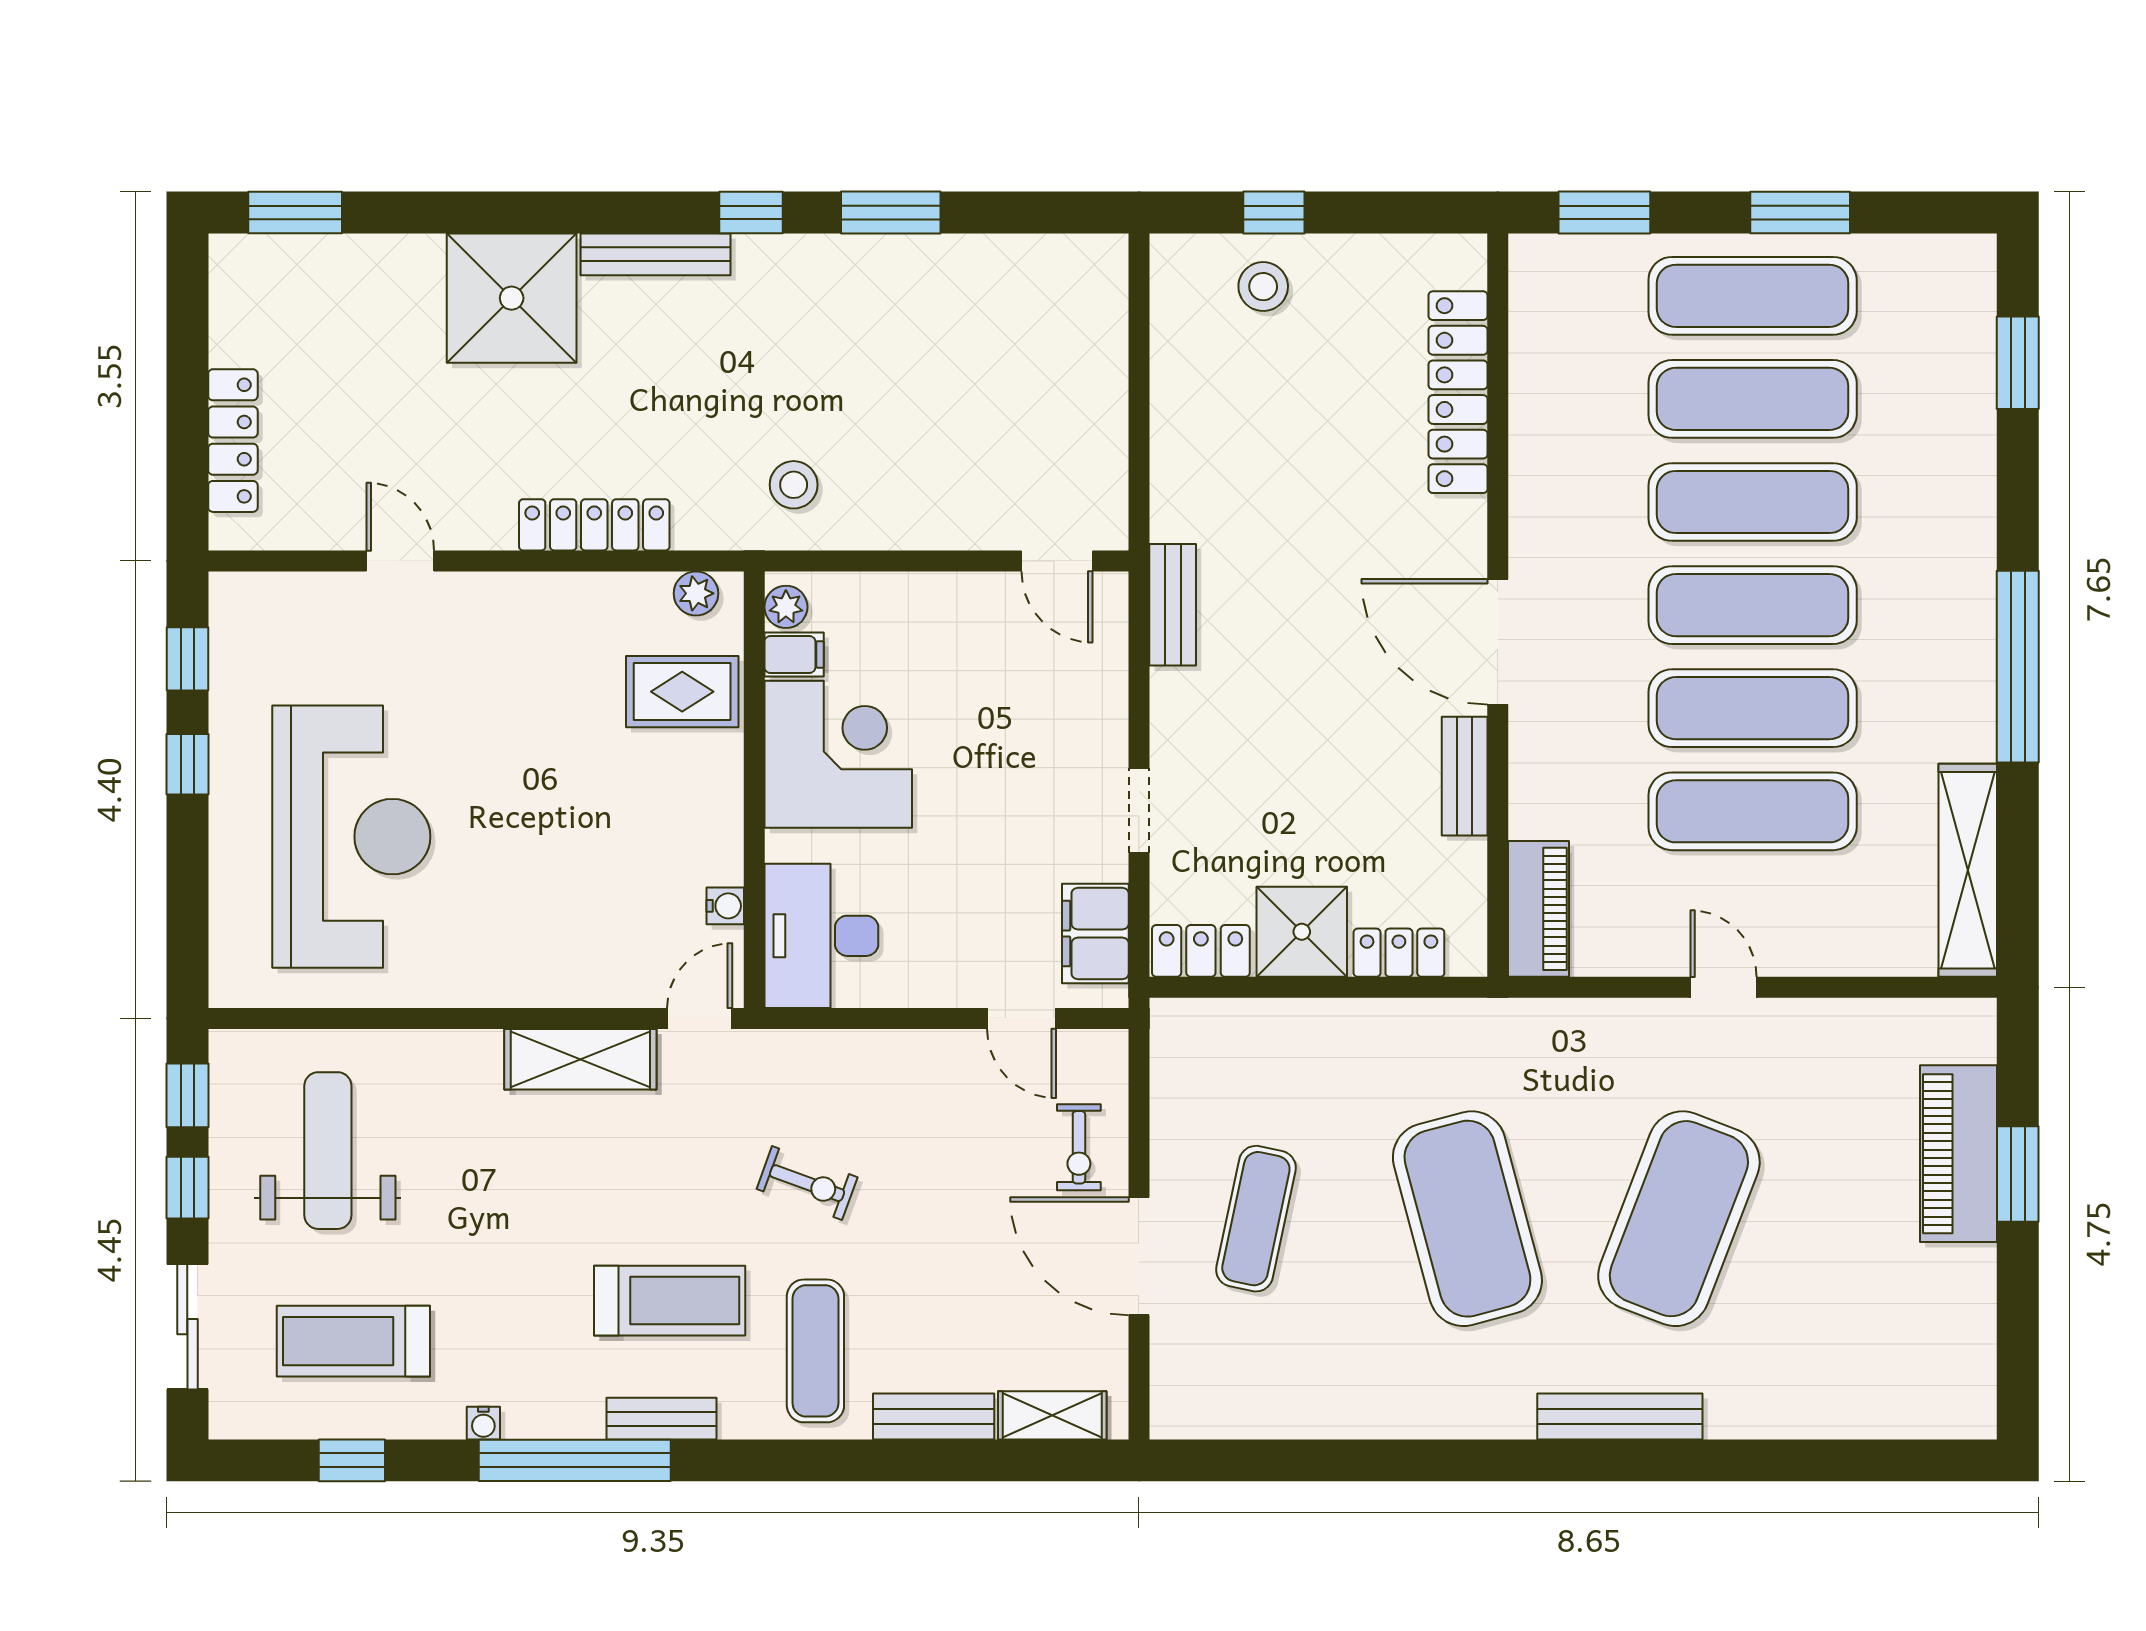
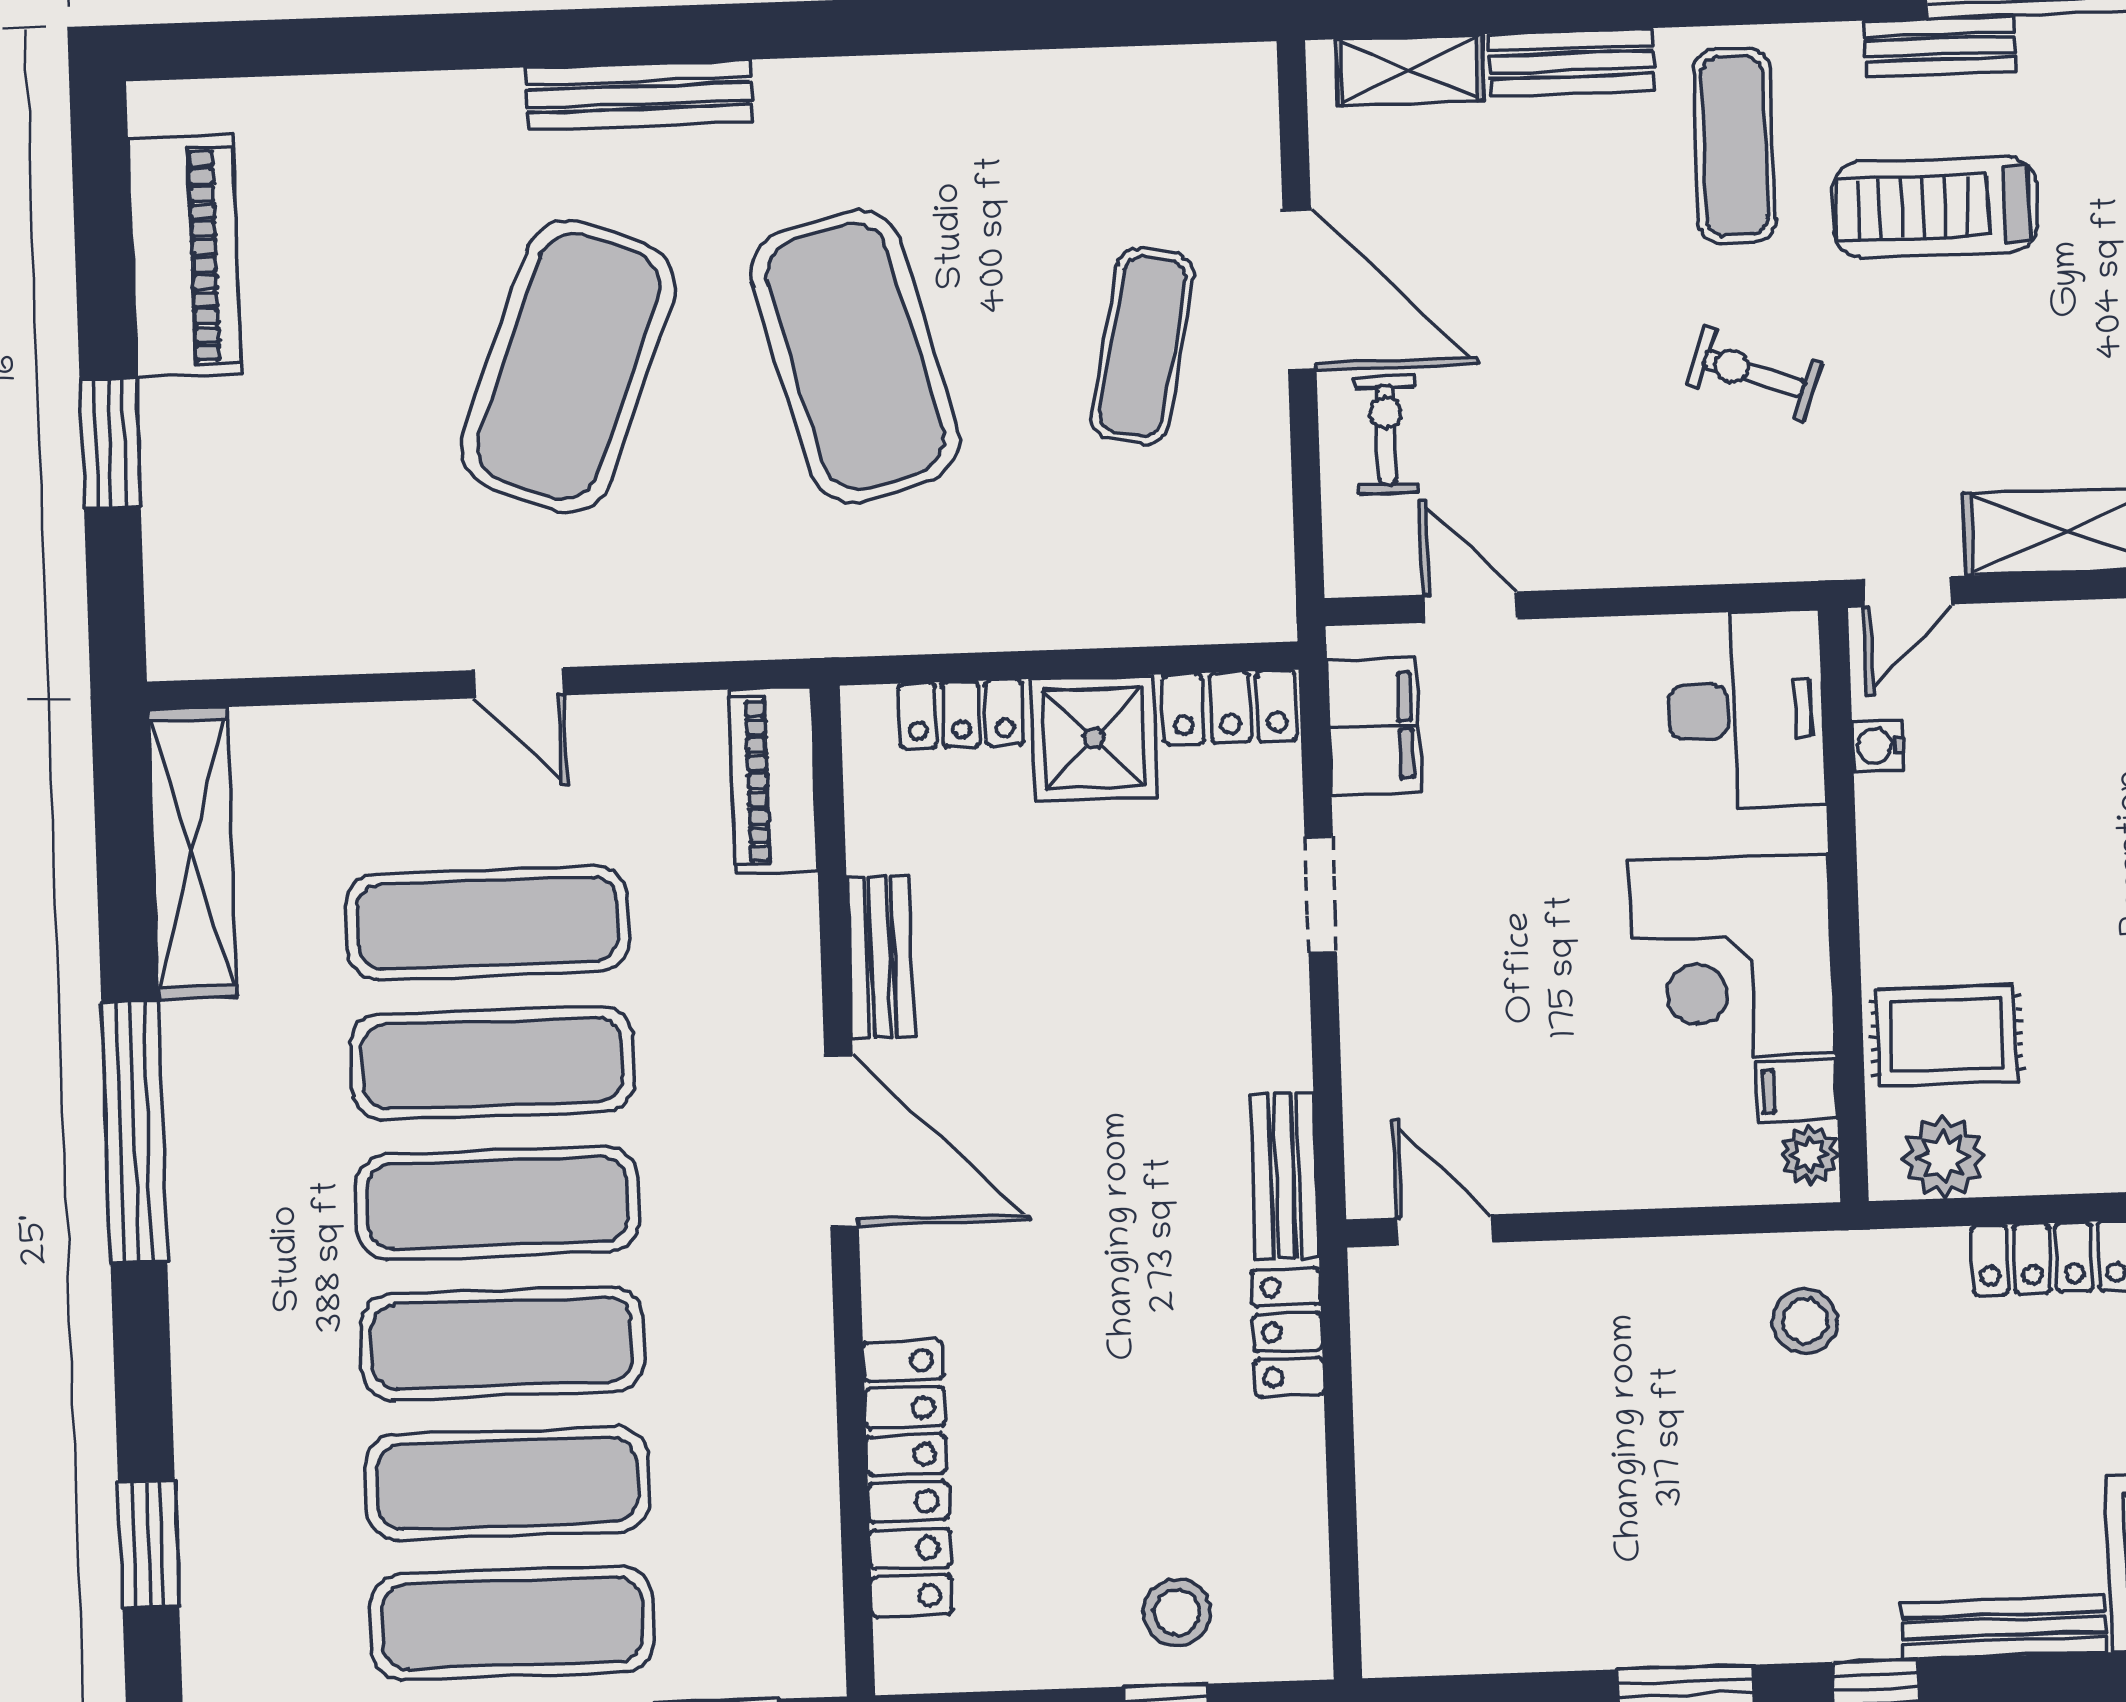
locker: (1175, 490) -> (1288, 1332), added
plant: (696, 593) -> (1943, 1157), width x1.38, depth x1.38
piano: (1958, 1154) -> (184, 256), moved

